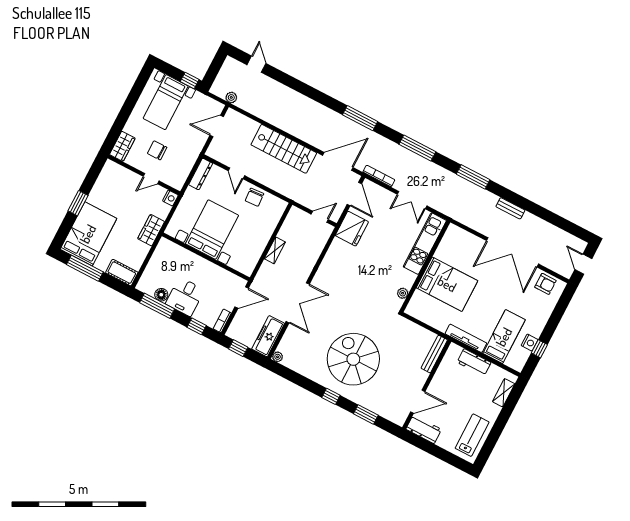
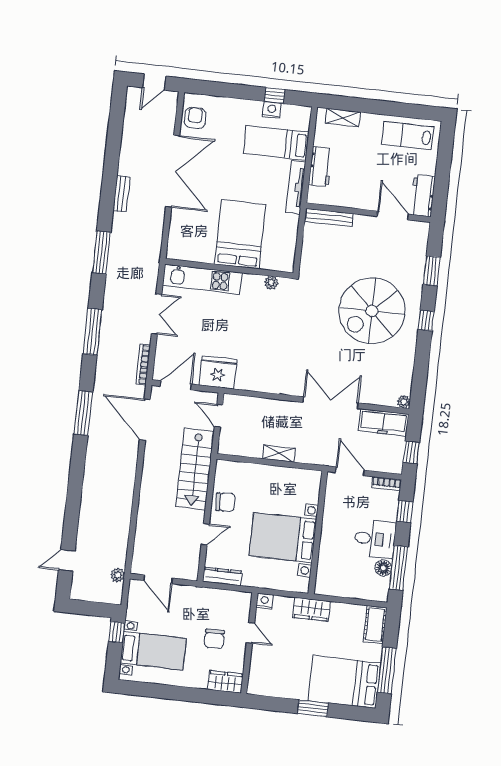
stairs: (284, 149) -> (195, 469), moved, turned 180

